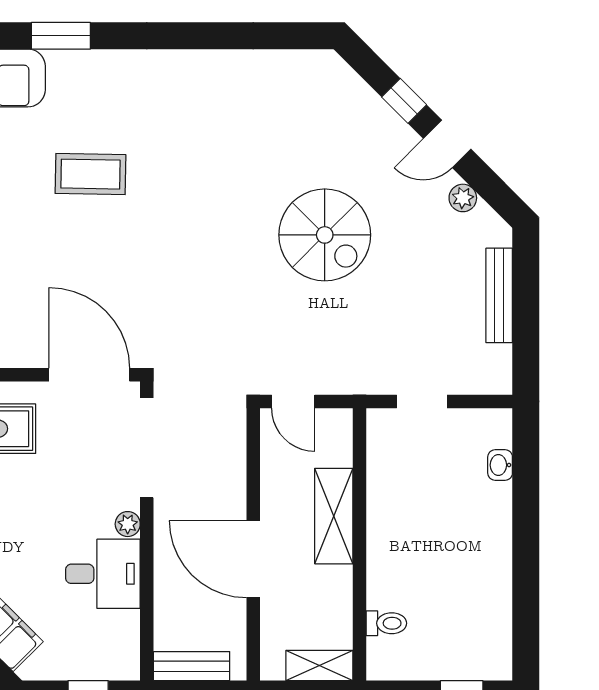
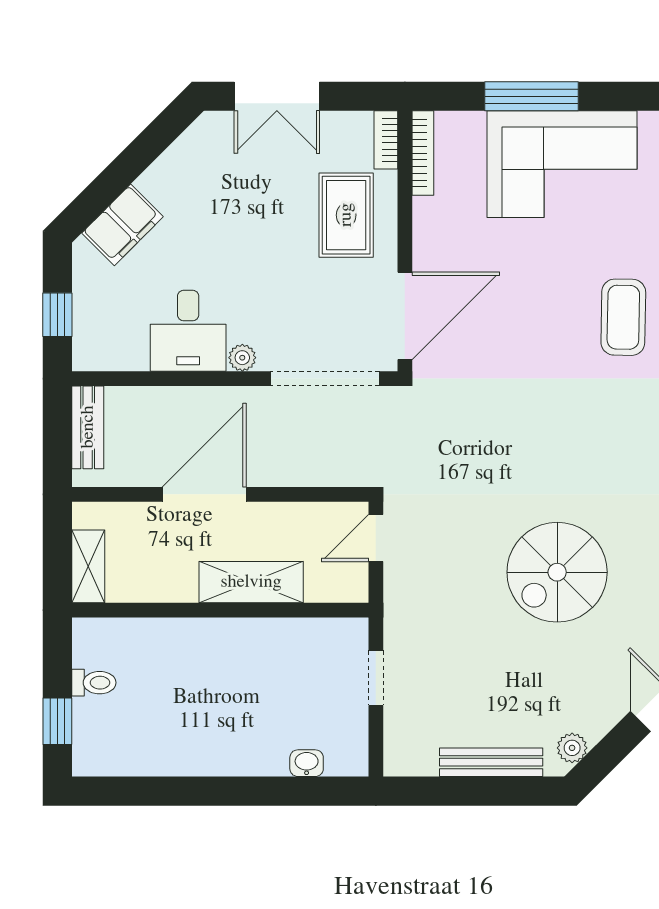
plant: (463, 198) -> (572, 748), moved
toilet: (386, 623) -> (94, 683), moved, turned -90

